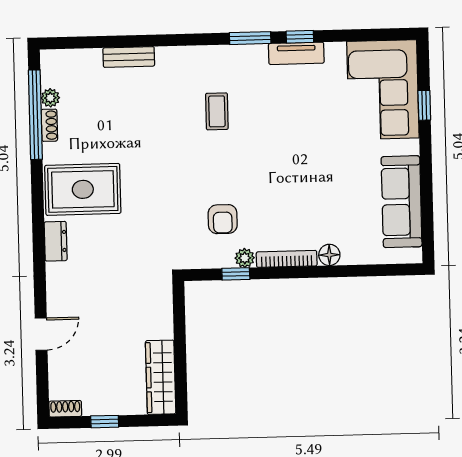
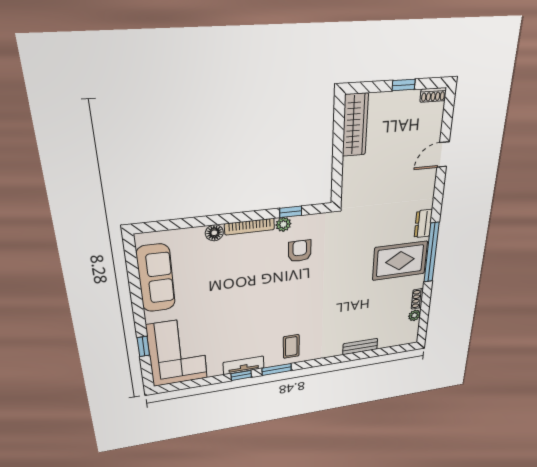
coffee table: (217, 111) -> (291, 346), moved
window: (35, 115) -> (432, 253), moved

